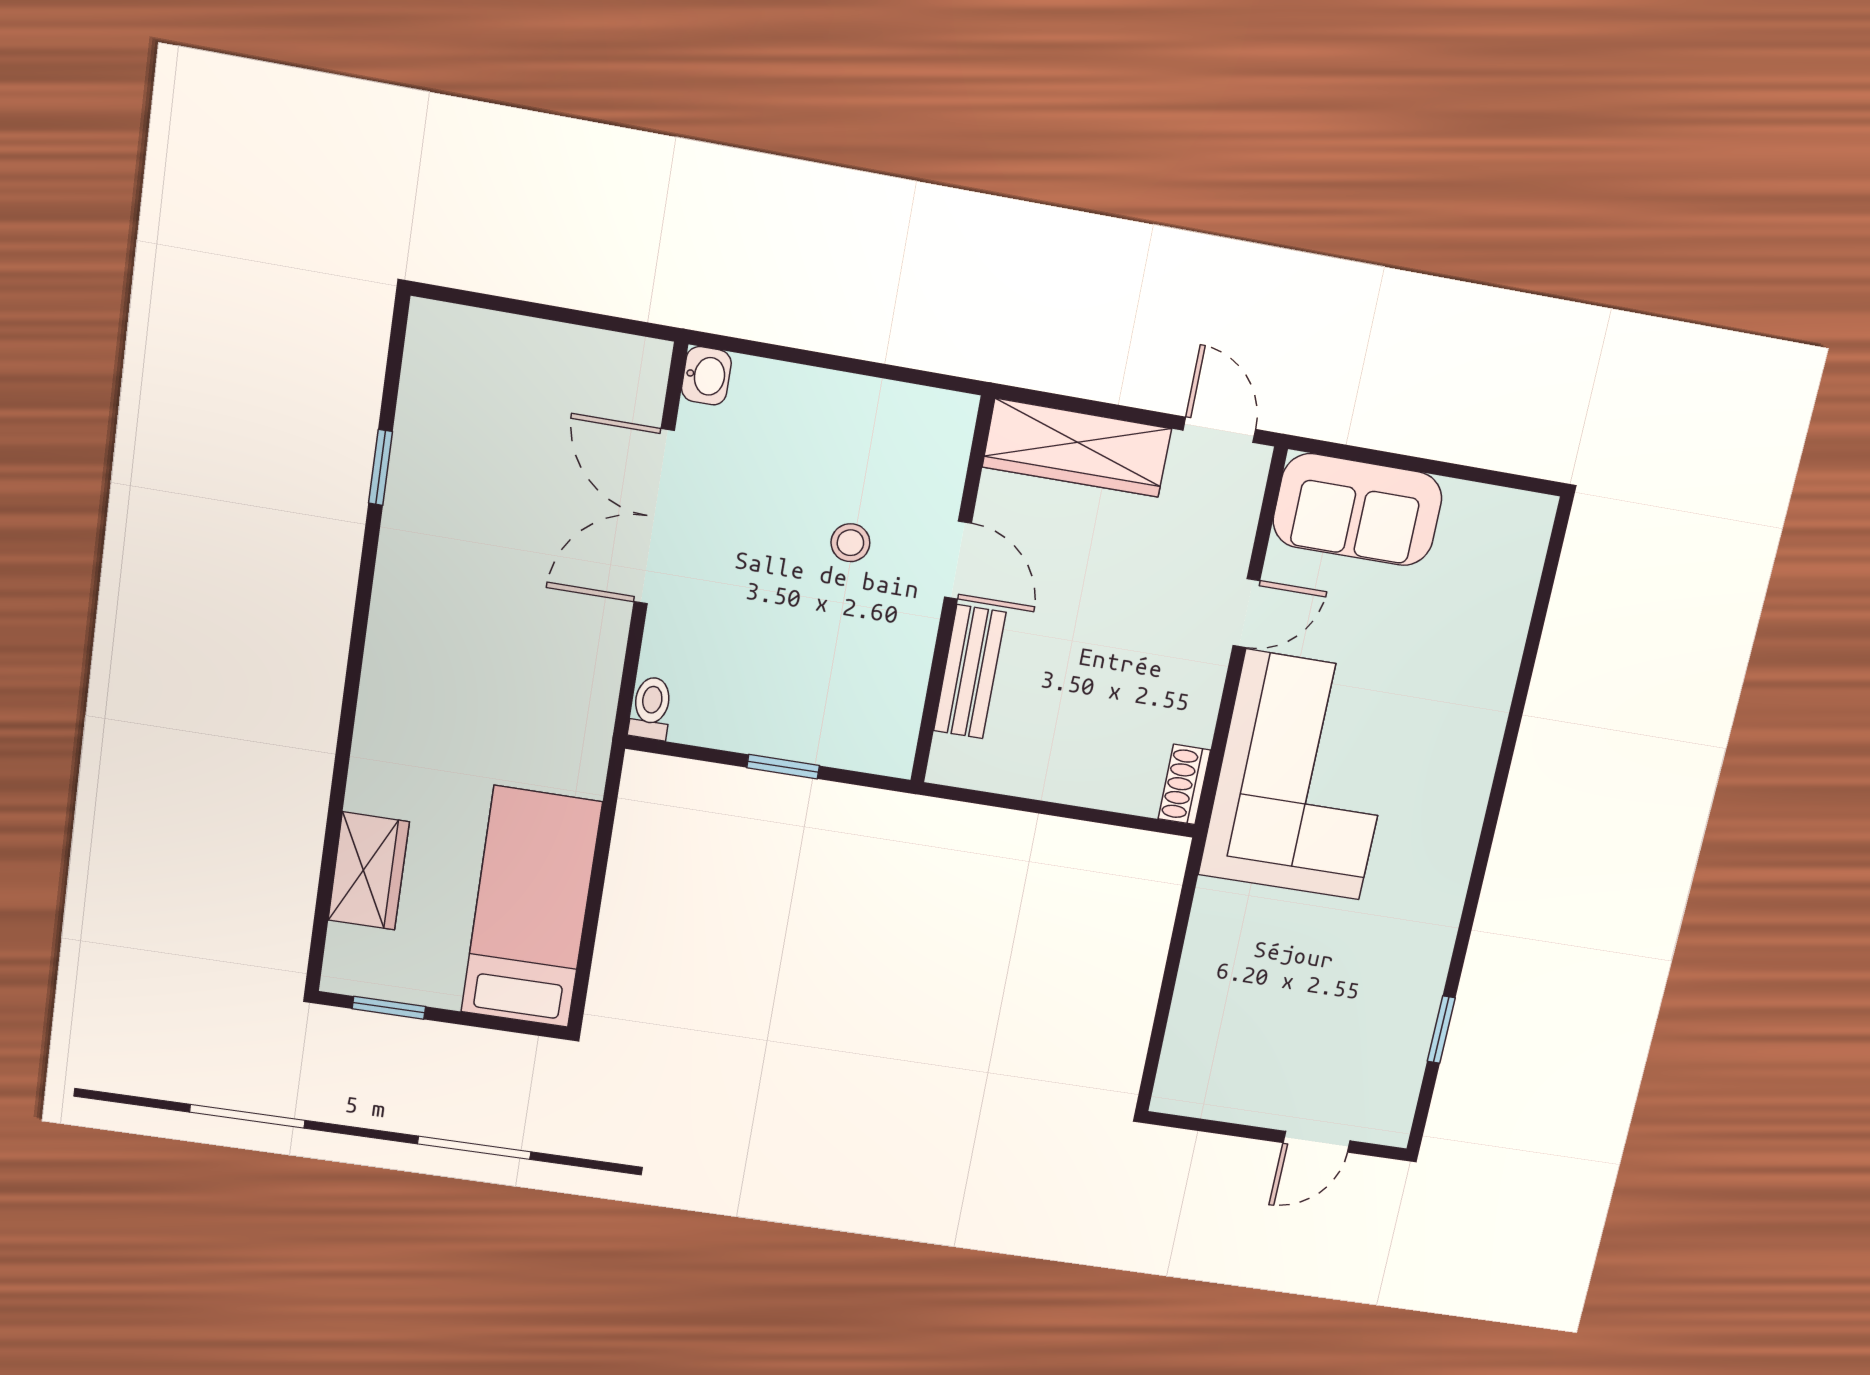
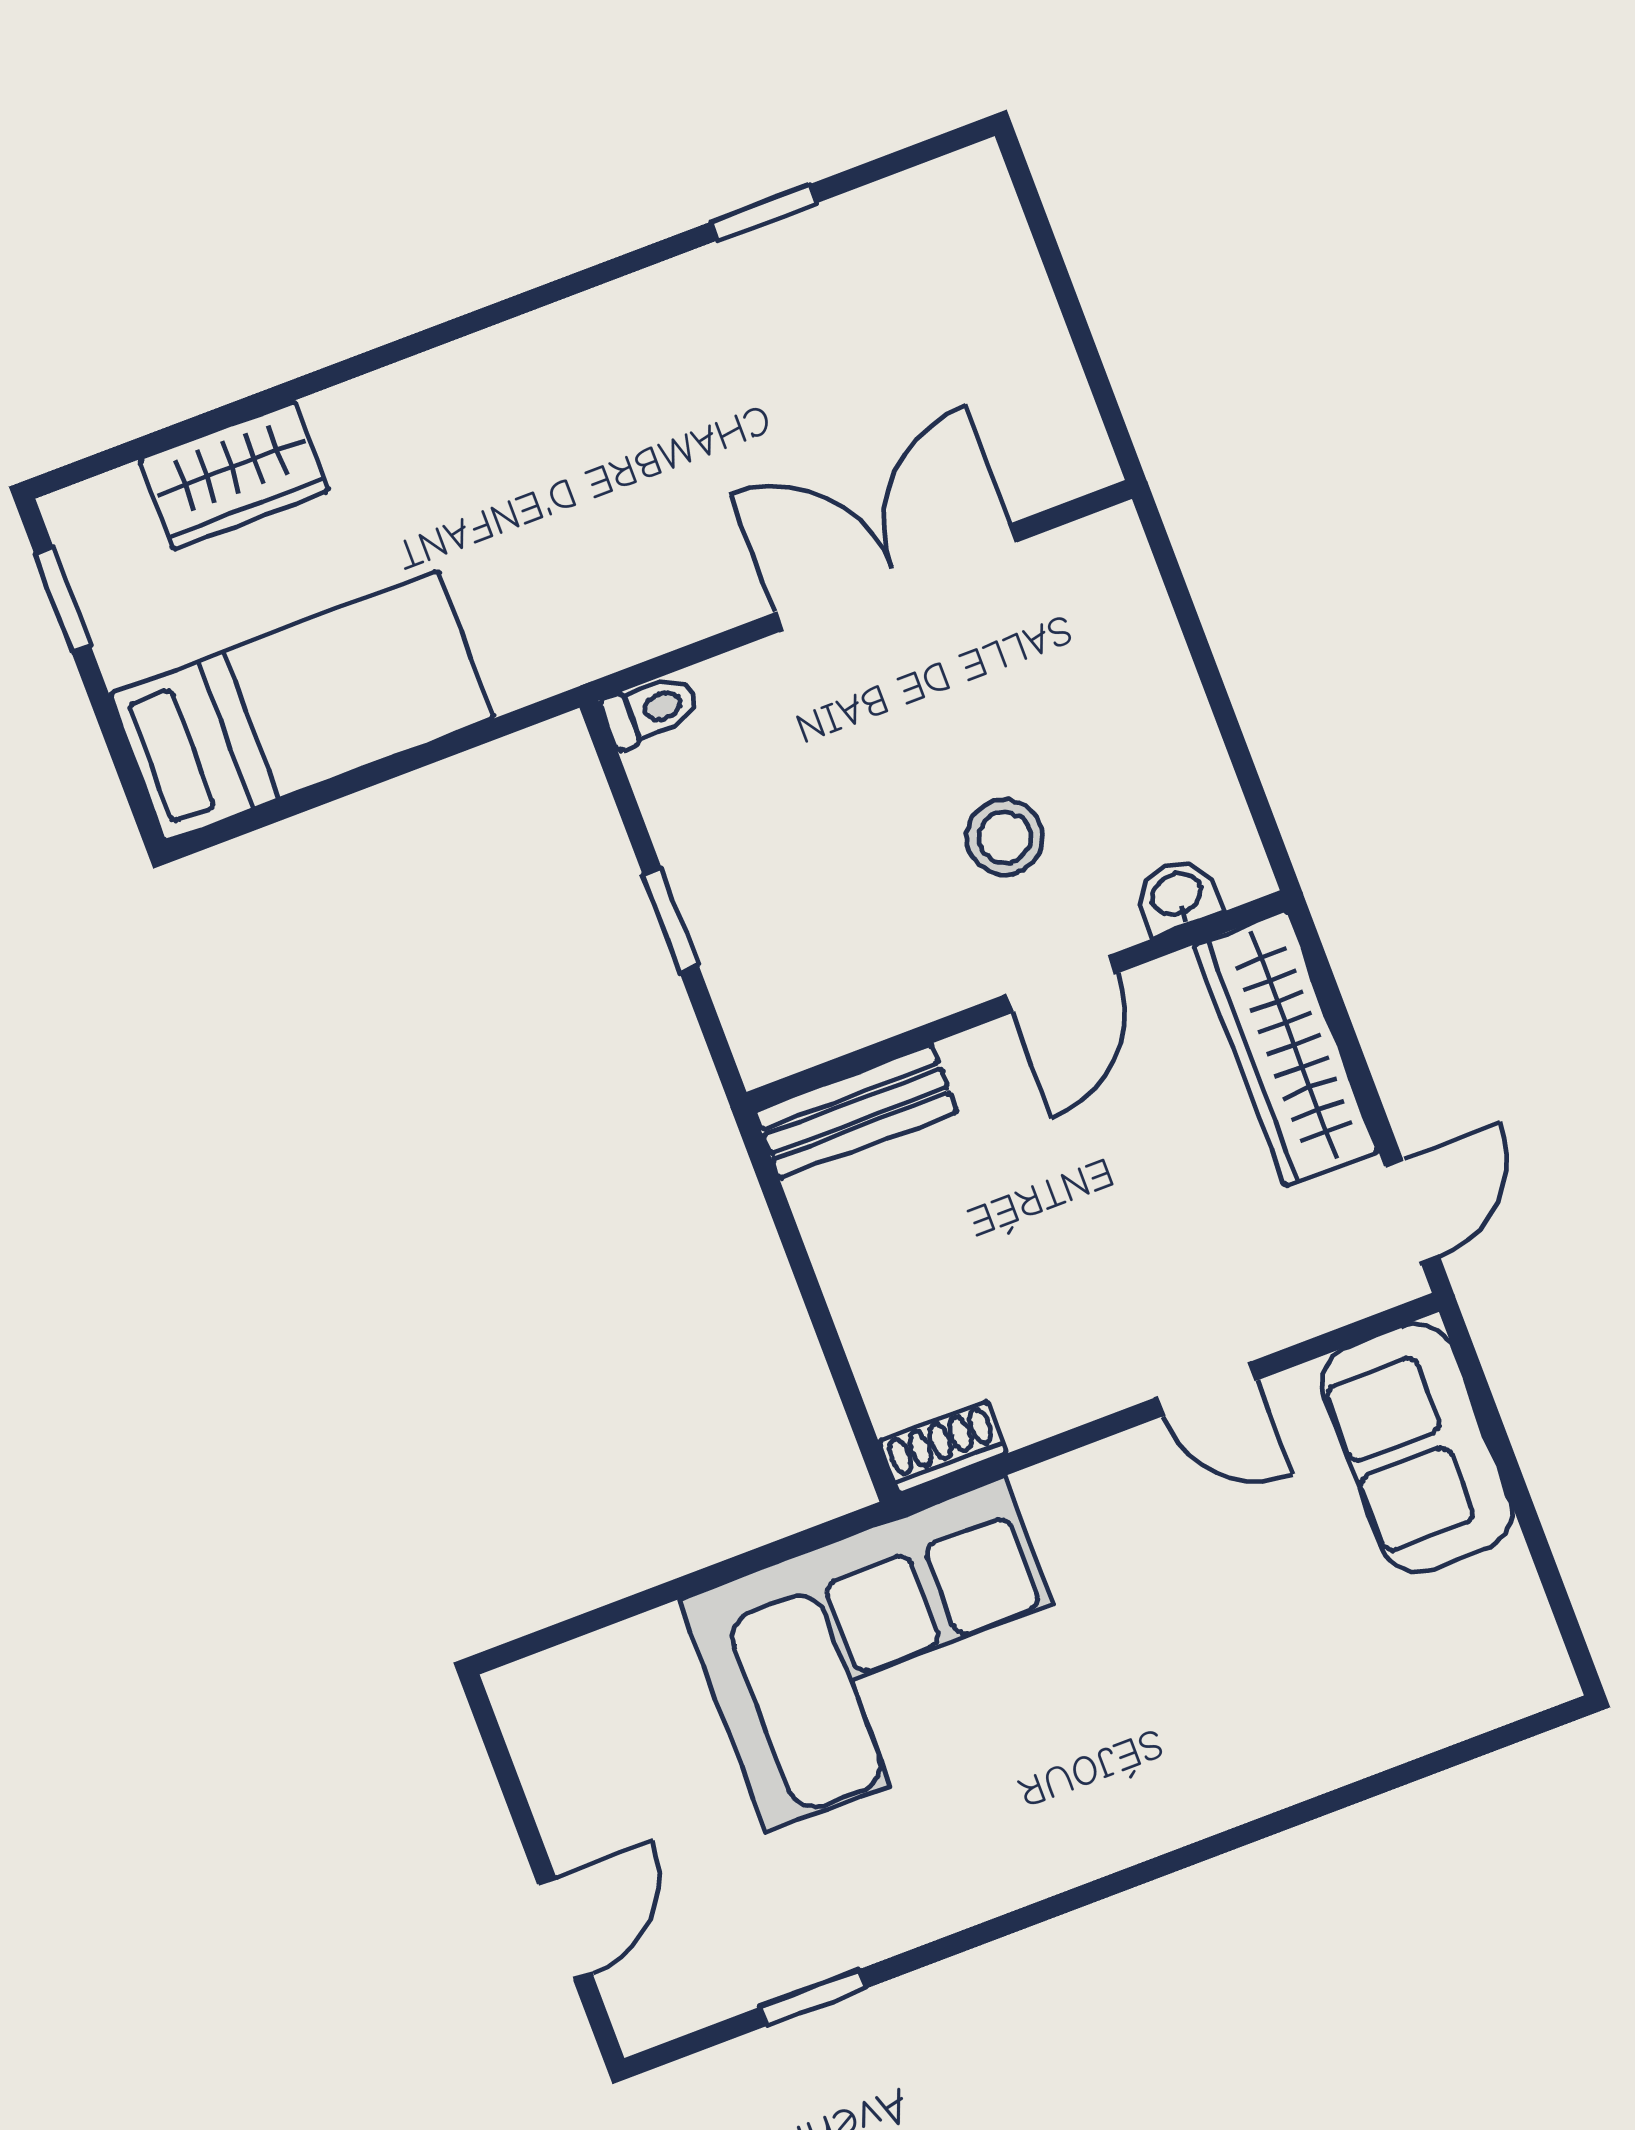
washbasin: (706, 376) -> (1177, 896), moved, turned 180
stool: (850, 543) -> (1005, 837), width x1.37, depth x1.37
bench: (970, 672) -> (856, 1111), moved
corner sofa: (1303, 776) -> (886, 1654), moved
door: (1316, 1142) -> (565, 1929), swing flipped

